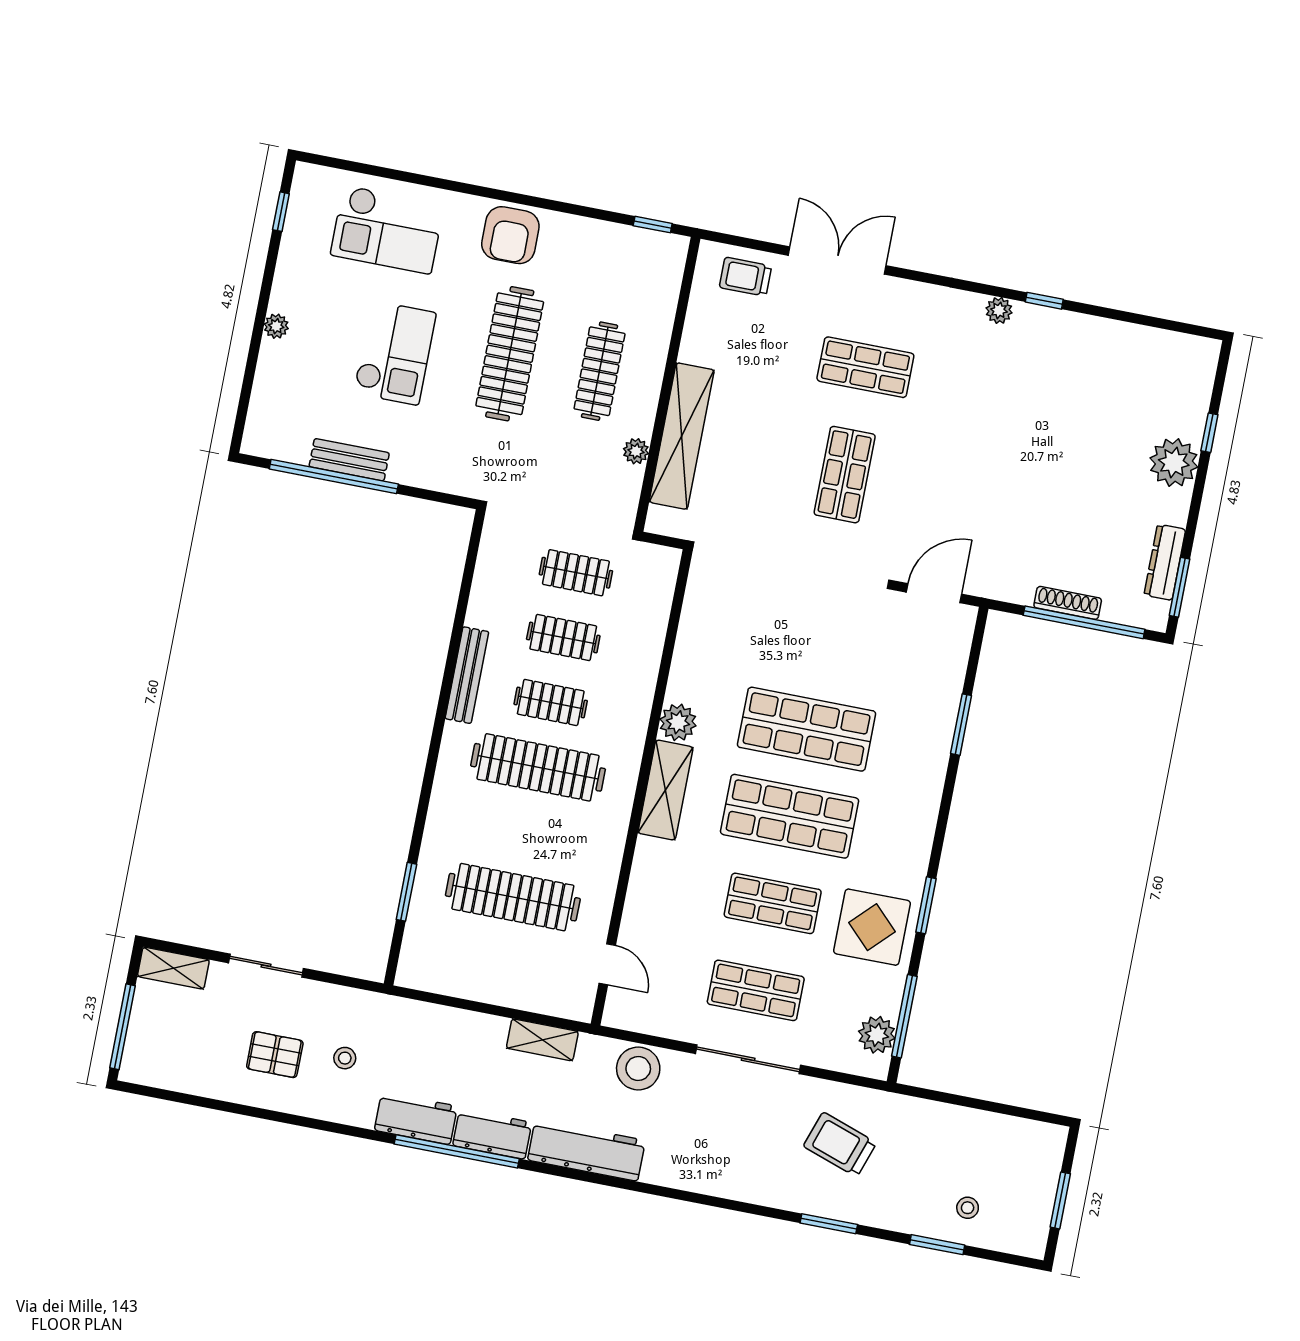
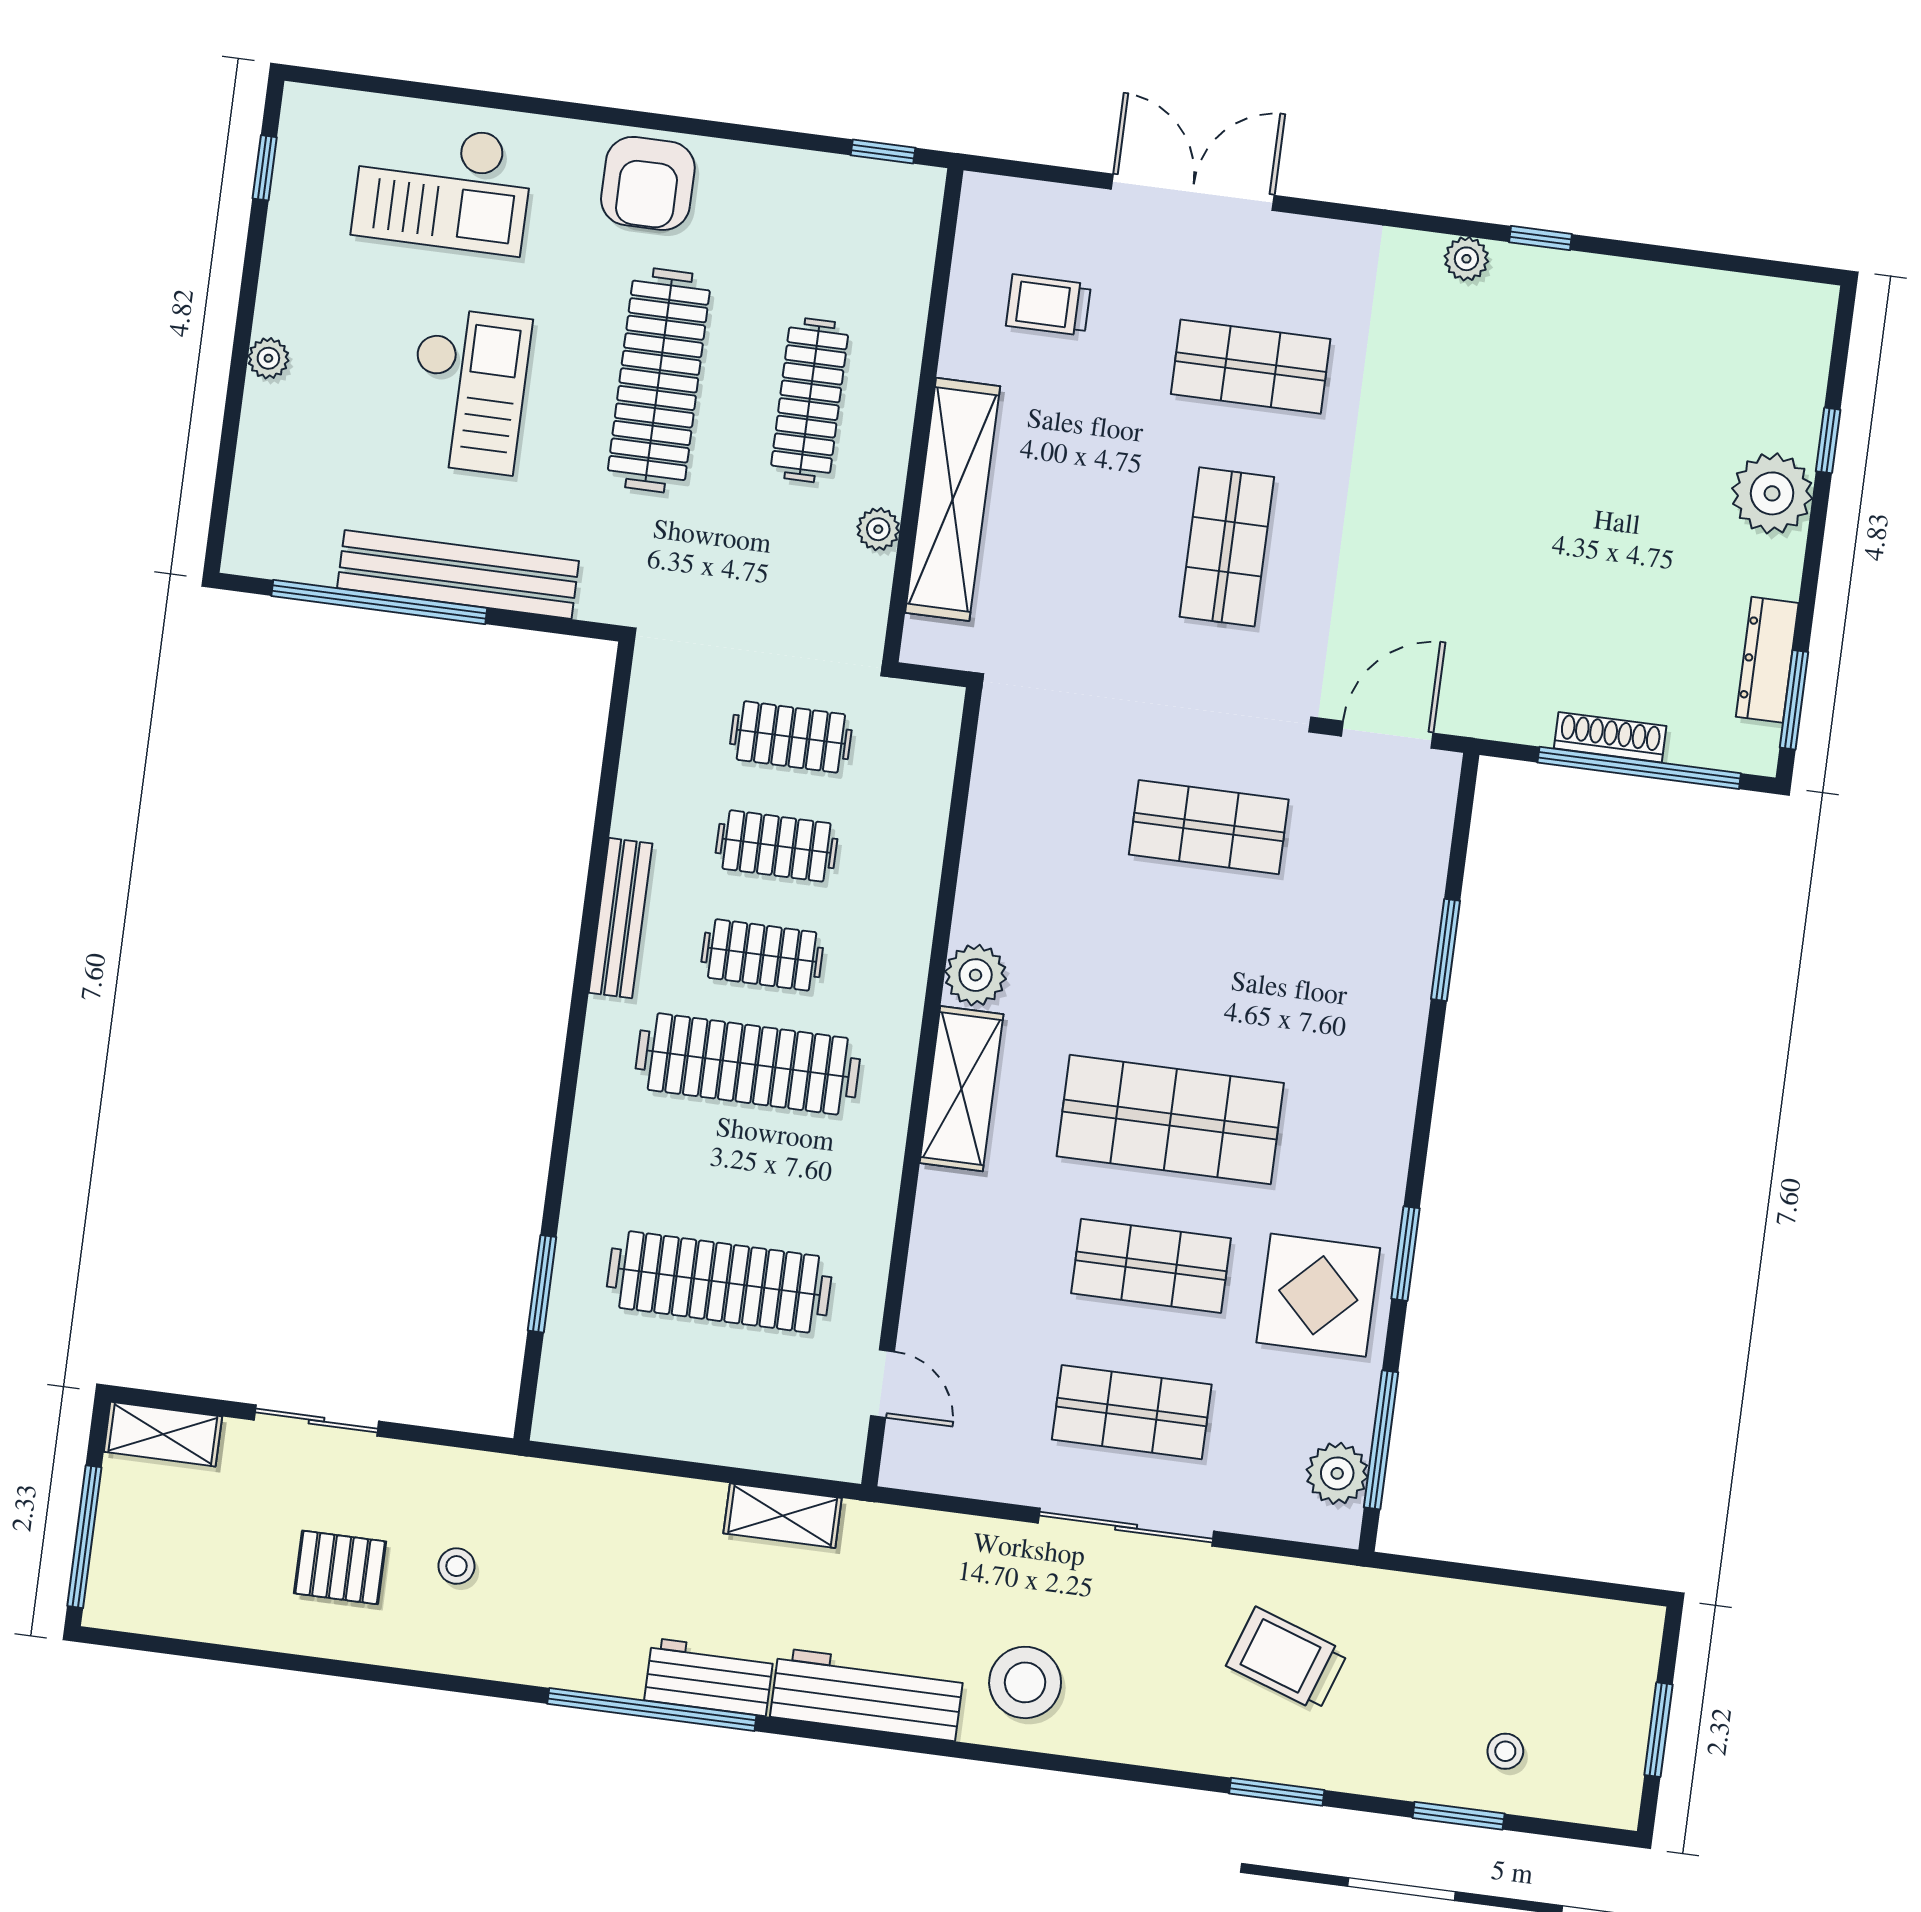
trolley: (745, 277) -> (1048, 305), moved
bench: (349, 460) -> (458, 575), width x1.86, depth x1.21
shop shelf: (807, 729) -> (1209, 827), moved, width x0.70, depth x0.74
stool: (638, 1069) -> (1025, 1682), moved
workbench: (416, 1118) -> (581, 1659), removed

